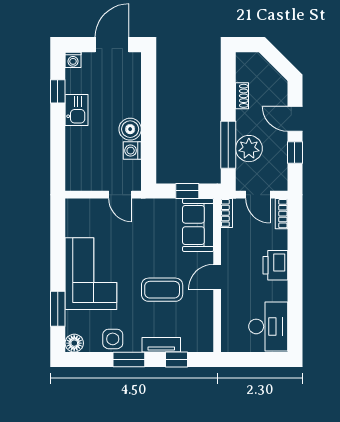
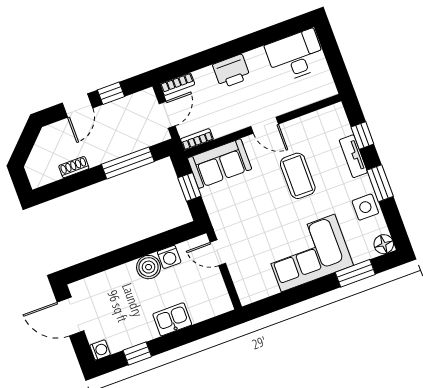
kitchen sink: (77, 110) -> (172, 319), moved
plant: (249, 149) -> (124, 141), removed
door: (120, 195) -> (218, 253), swing flipped

